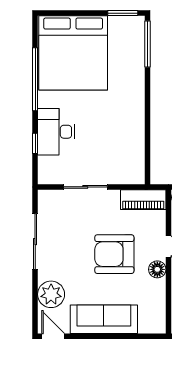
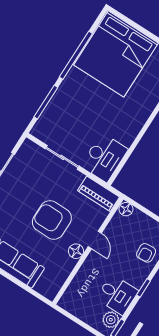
desk: (56, 132) -> (104, 158), moved, turned 180
window: (35, 143) -> (46, 102), width x2.17

